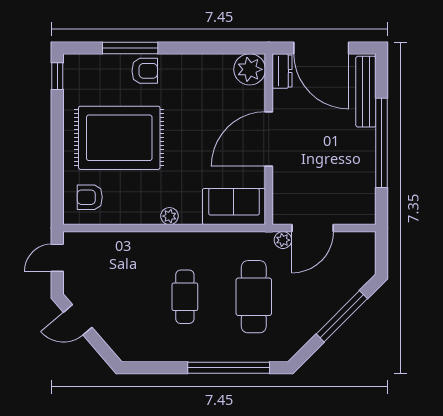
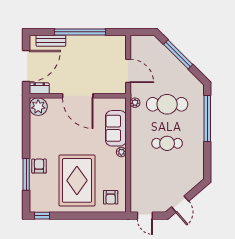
bench: (366, 92) -> (51, 41), width x0.73
sofa: (234, 207) -> (116, 128), moved
plant: (283, 240) -> (135, 103), moved

